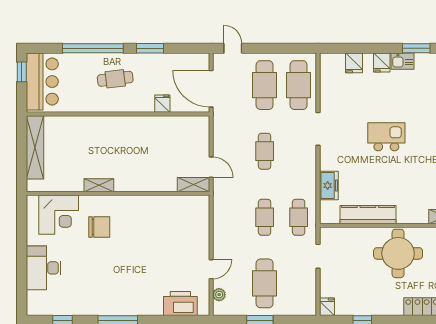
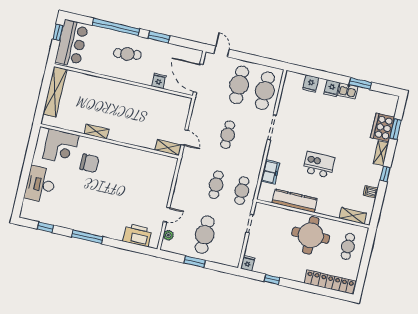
kitchen island: (386, 137) -> (319, 165), moved

